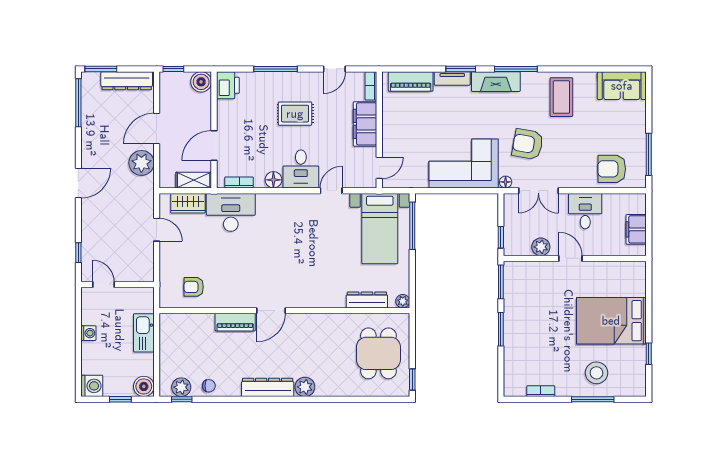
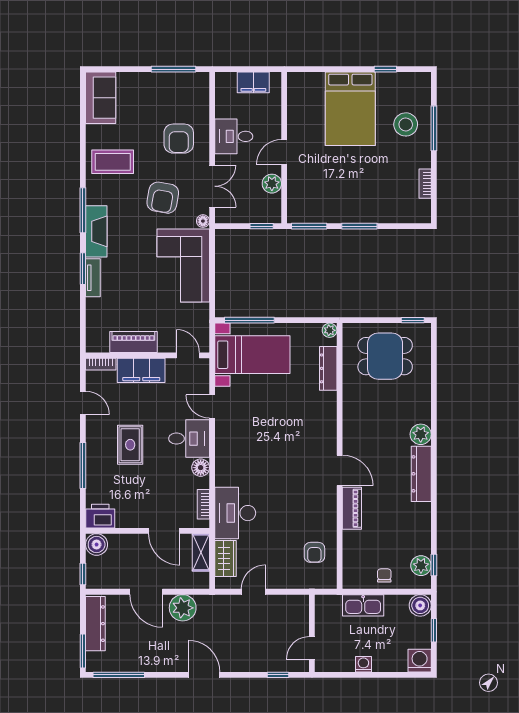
piano: (411, 82) -> (133, 342), moved, turned -90
armchair: (612, 169) -> (179, 139), moved
chair: (209, 386) -> (384, 575), moved

